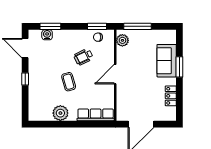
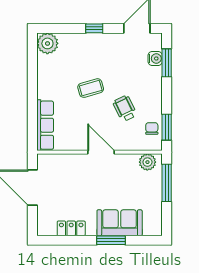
plant: (60, 113) -> (47, 43), moved

